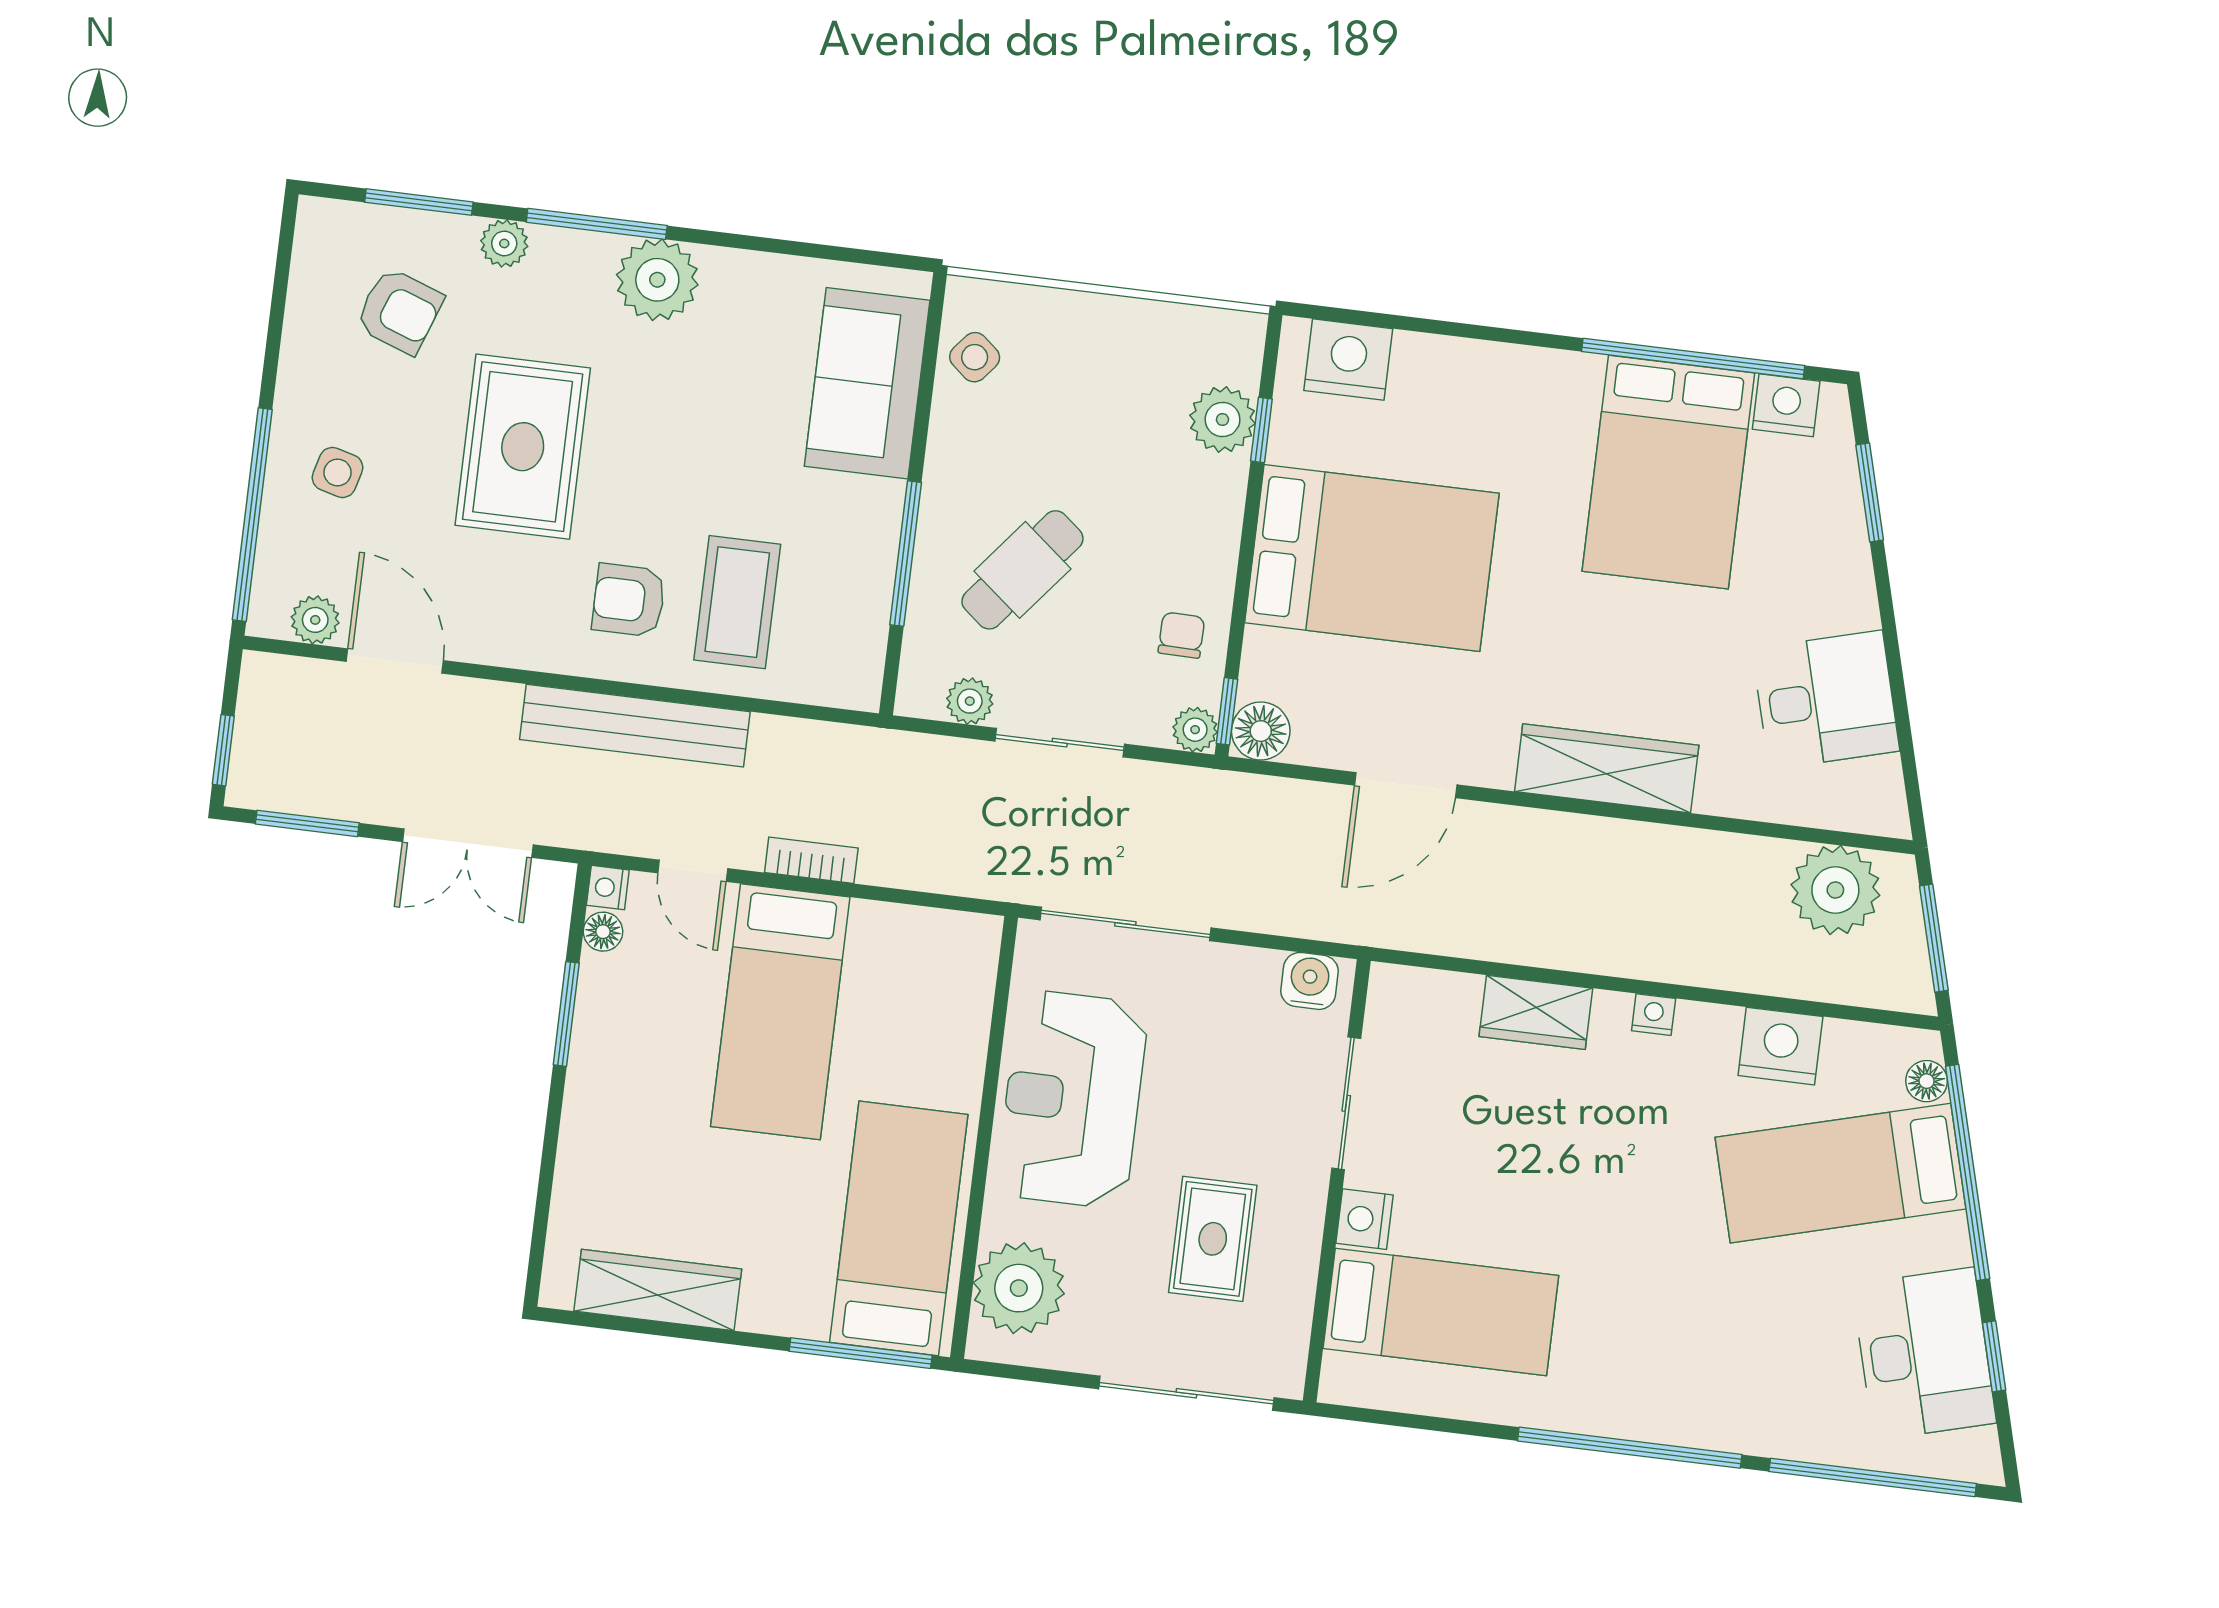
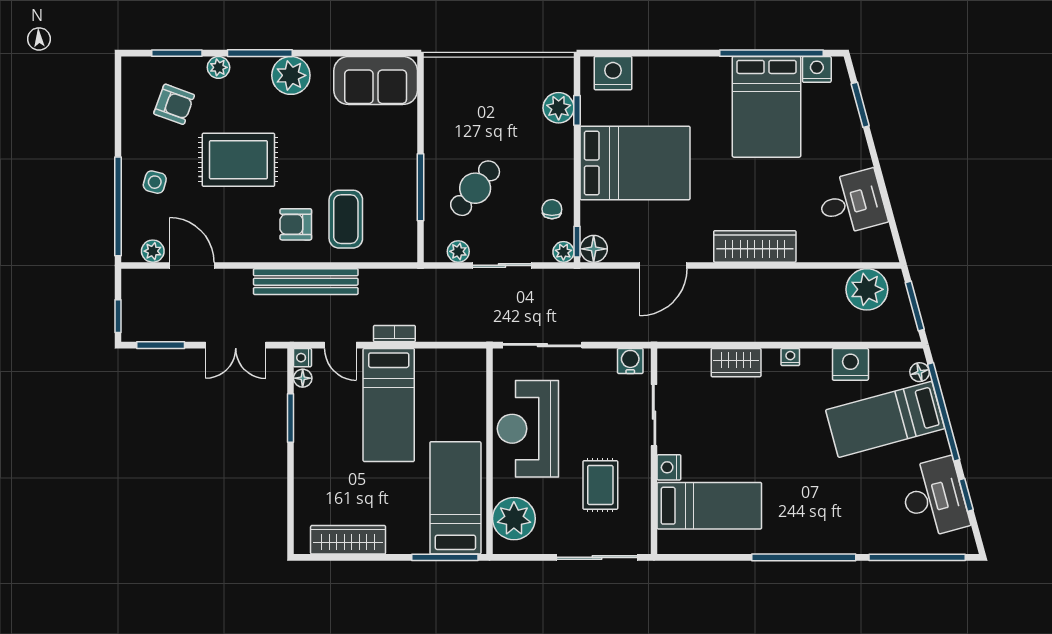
side table: (975, 357) -> (441, 93), removed
sofa: (867, 383) -> (376, 80), moved, turned -90
rug: (523, 447) -> (238, 160), turned 90

